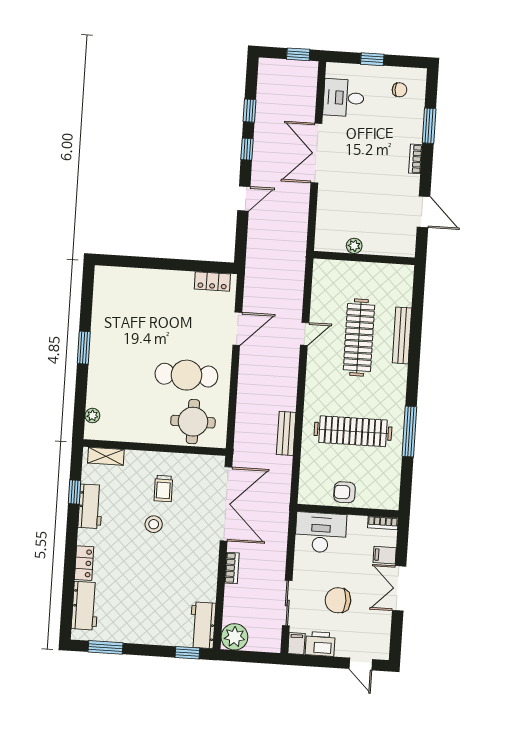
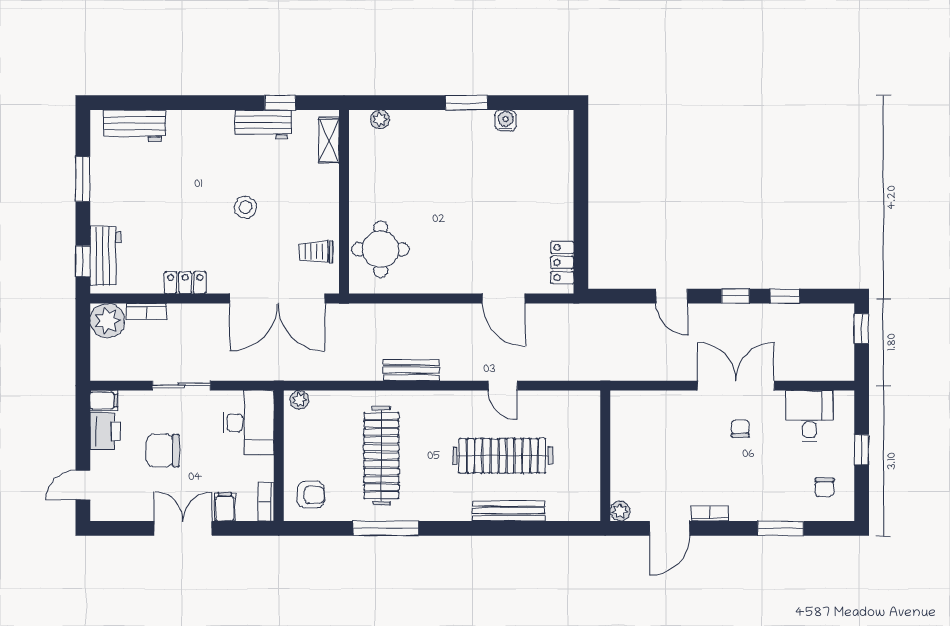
window: (298, 54) -> (862, 329), moved
chair: (350, 152) -> (740, 429), added
bookcase: (415, 159) -> (710, 514), moved
plant: (354, 246) -> (620, 511), moved
water cooler: (100, 318) -> (506, 121), added
cafe table: (186, 375) -> (440, 237), removed
bench: (286, 433) -> (411, 370), moved
trolley: (163, 489) -> (316, 252), moved
plant: (306, 492) -> (299, 400), added
armchair: (345, 492) -> (311, 495), moved, turned 90
locker: (84, 563) -> (185, 283), moved, turned 180
bookcase: (232, 568) -> (146, 311), moved
chair: (338, 600) -> (163, 451), turned -90
sliding door: (287, 603) -> (181, 386), moved
workbench: (203, 625) -> (105, 256), moved, turned 90
window: (106, 647) -> (83, 179), moved

